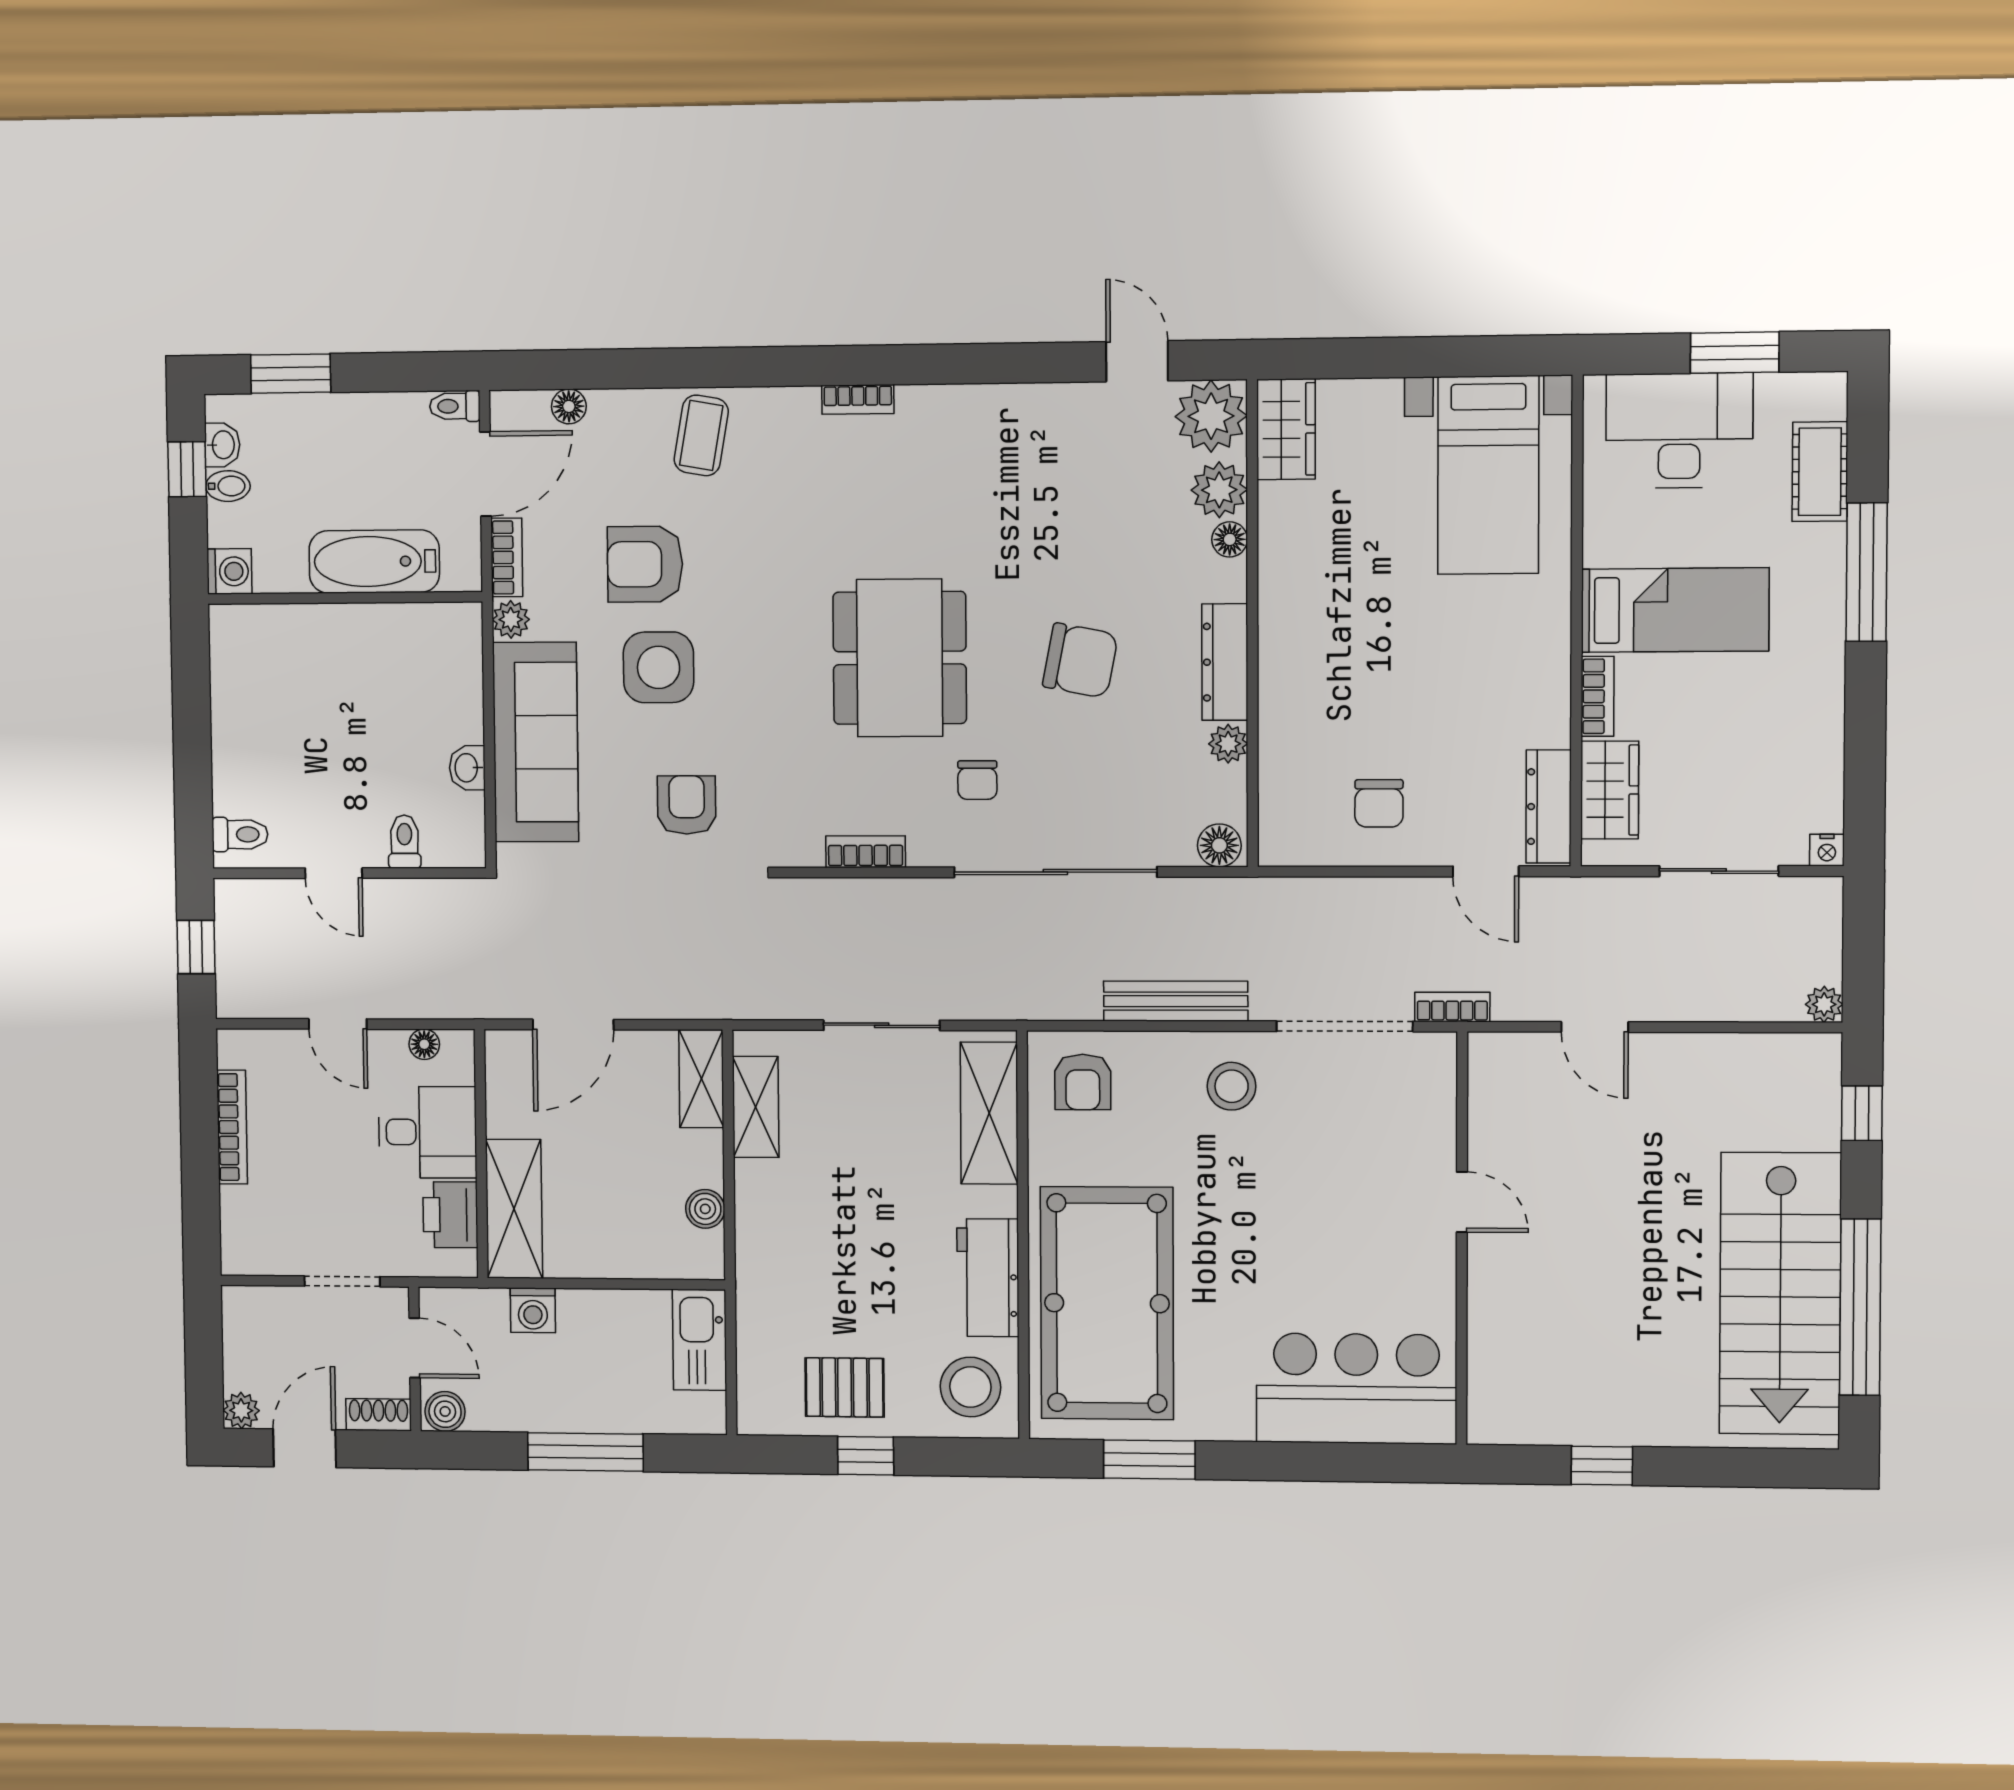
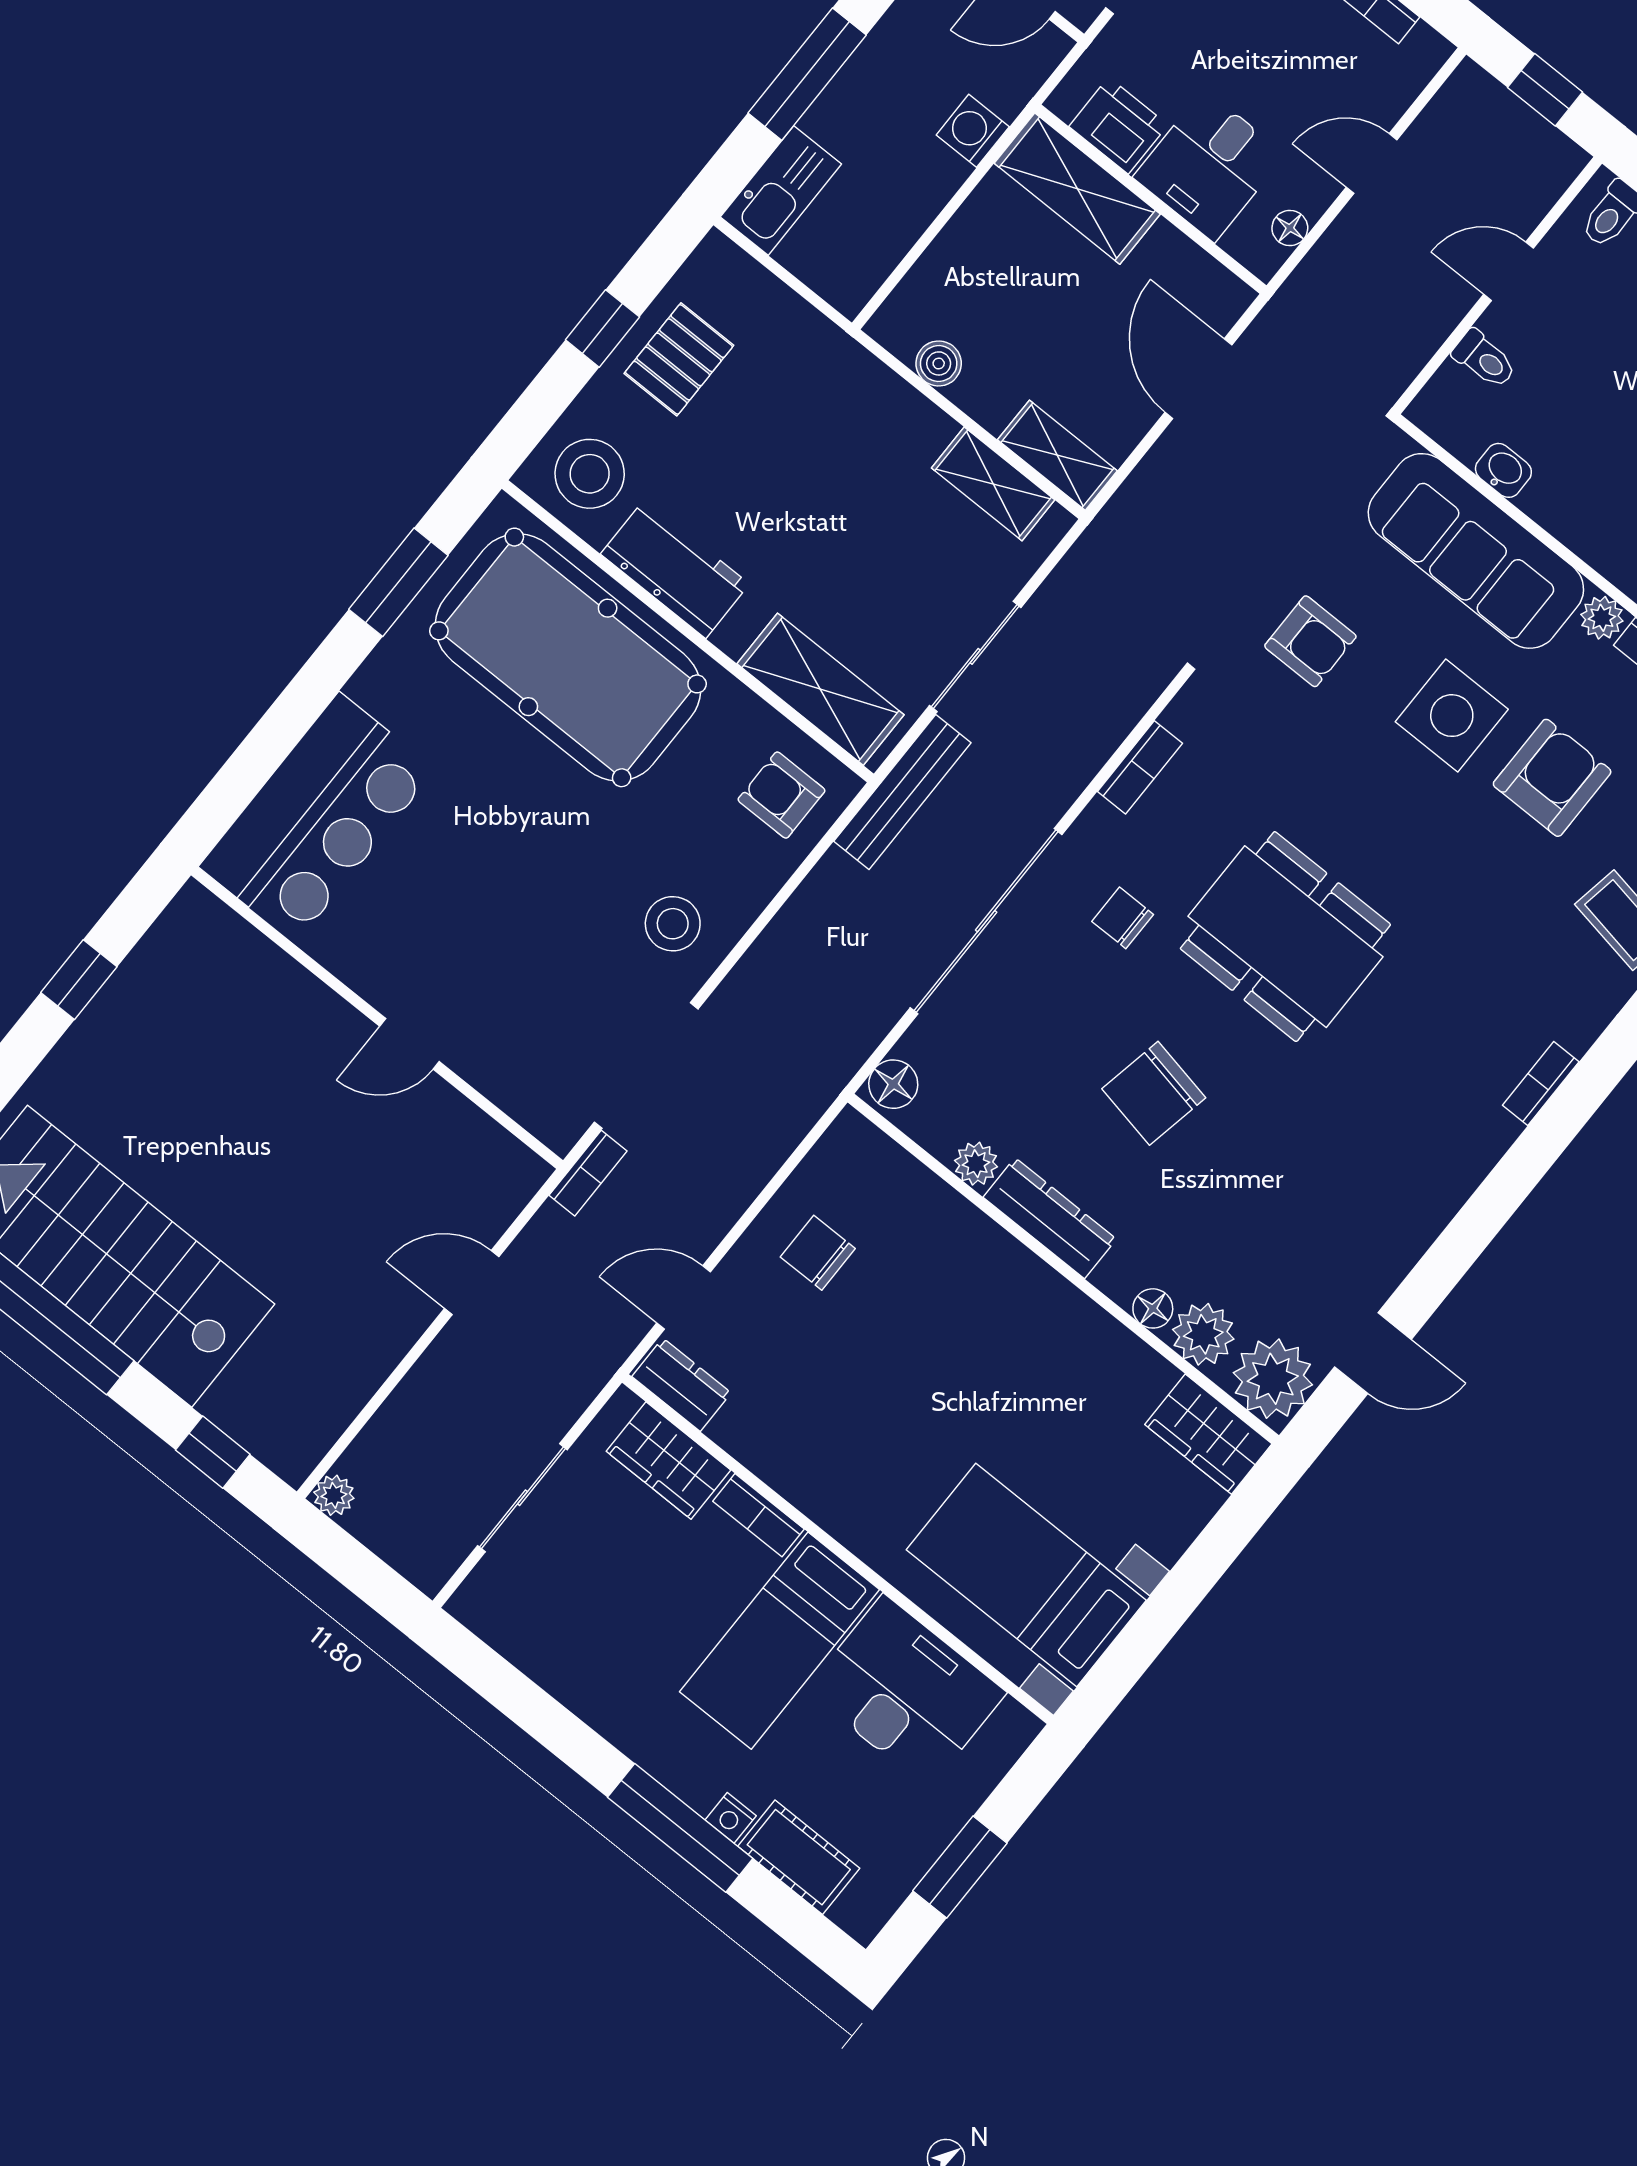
desk: (1679, 430) -> (906, 1691), moved, turned -90
dresser: (1549, 807) -> (682, 1385), width x0.70
nightstand: (1827, 850) -> (731, 1818), moved, turned -90
bench: (1176, 1001) -> (902, 792), moved
kitchen sink: (699, 1340) -> (781, 191), moved, turned 90

